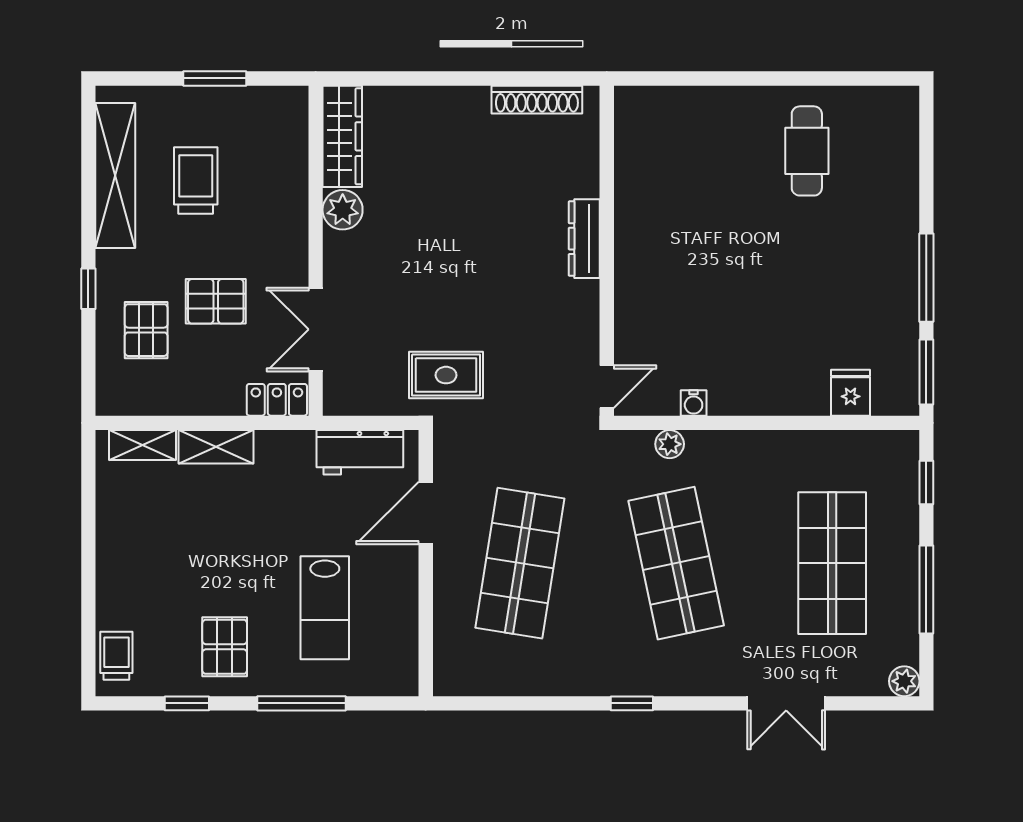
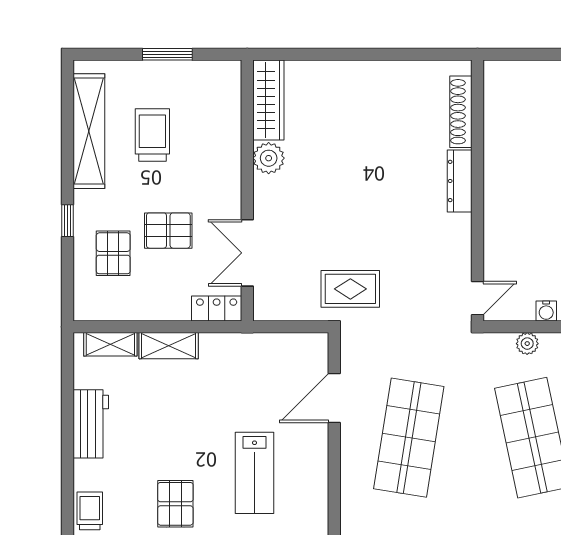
shoe rack: (537, 100) -> (461, 112), moved, turned 90
workbench: (360, 452) -> (91, 424), moved, turned -90

